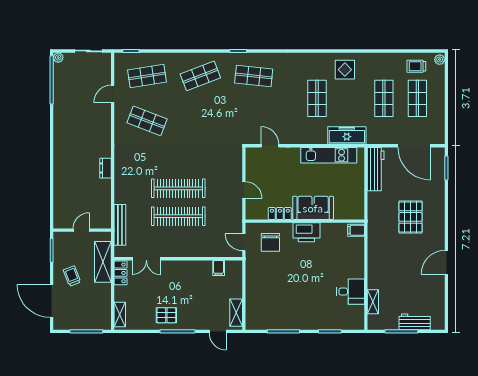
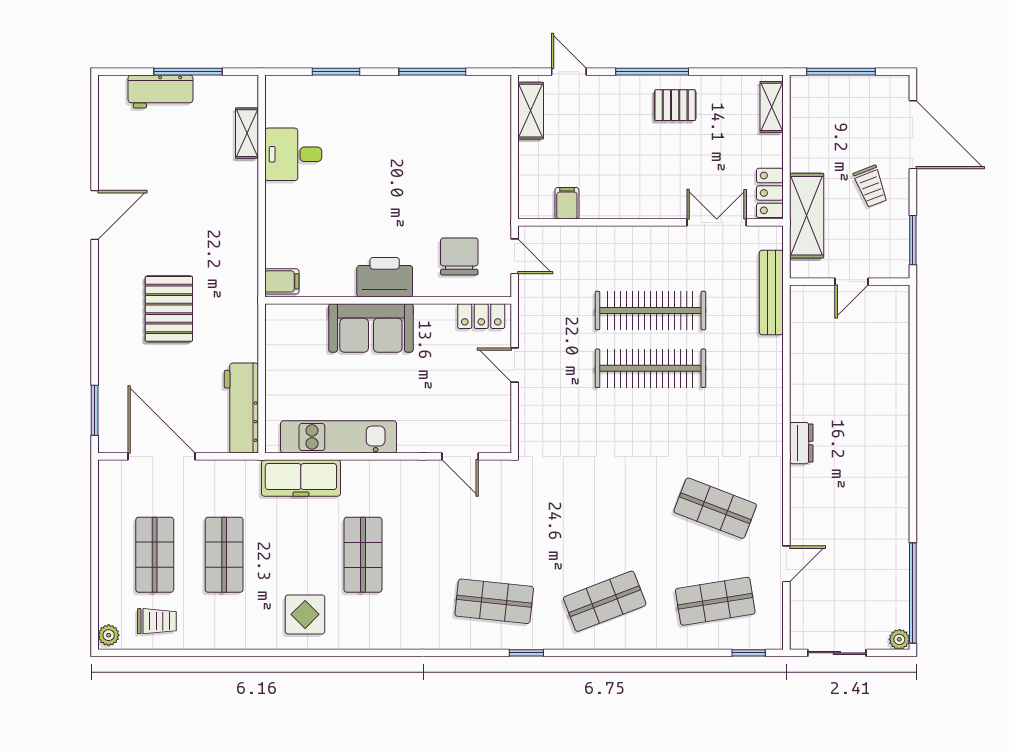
dresser: (105, 168) -> (801, 443), moved
locker: (280, 213) -> (481, 316), moved

